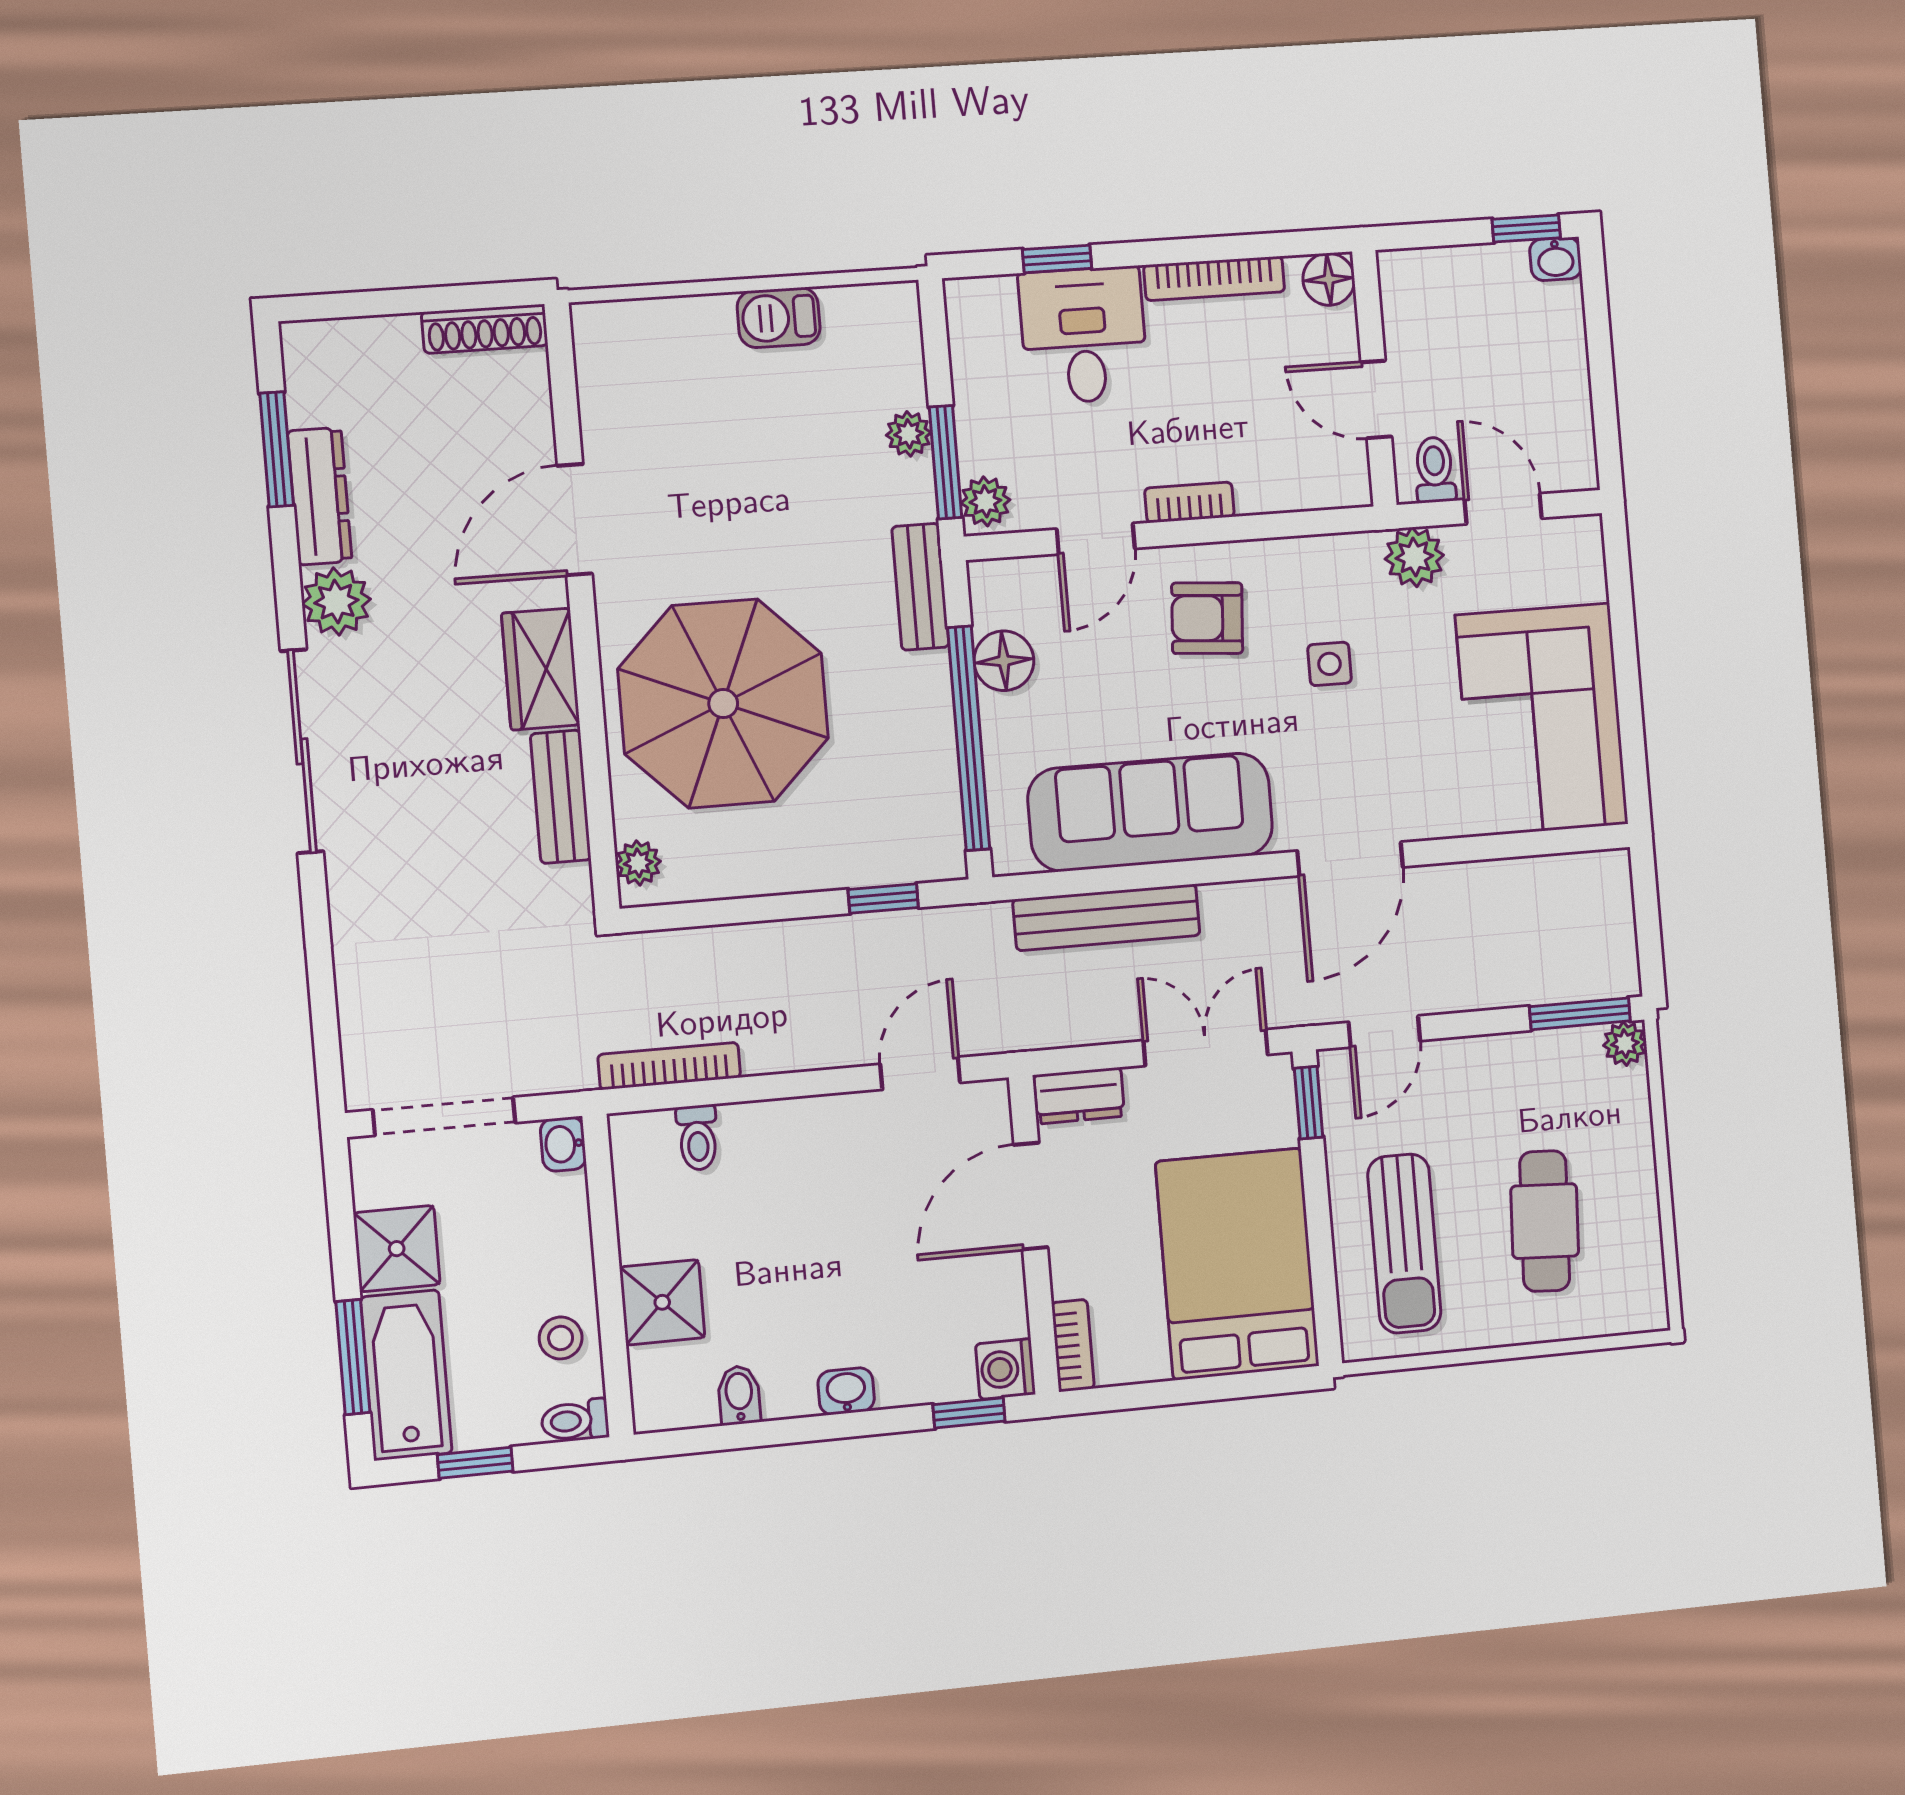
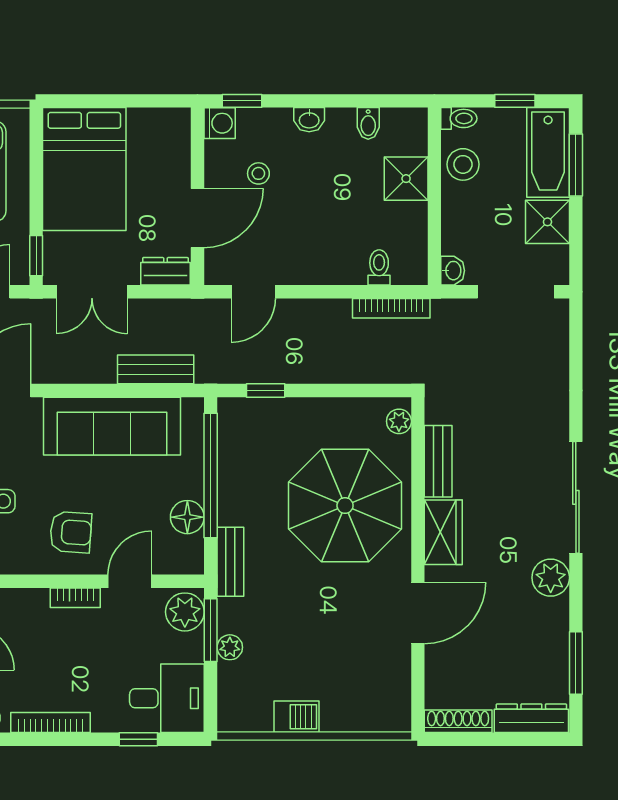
desk: (1084, 335) -> (167, 698), moved, turned -90
dresser: (320, 496) -> (531, 718), moved, turned 90
plant: (985, 501) -> (185, 612), width x1.38, depth x1.38
bench: (1106, 917) -> (156, 369), width x0.73
stool: (929, 1286) -> (258, 173), added
stool: (561, 1338) -> (463, 164), width x1.37, depth x1.37
bookcase: (1073, 1346) -> (181, 132), removed

